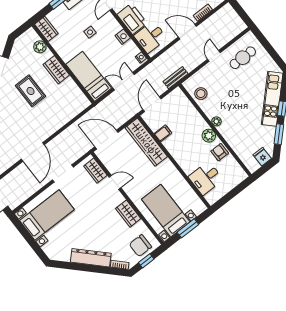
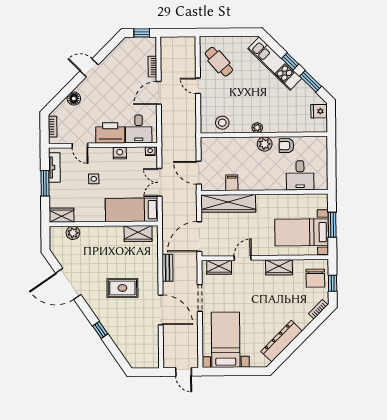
cafe table: (243, 58) -> (219, 62), turned -41
wardrobe: (56, 70) -> (138, 234), moved
bench: (176, 78) -> (167, 268), moved
rug: (31, 91) -> (122, 288), moved
dresser: (91, 258) -> (282, 341), moved

